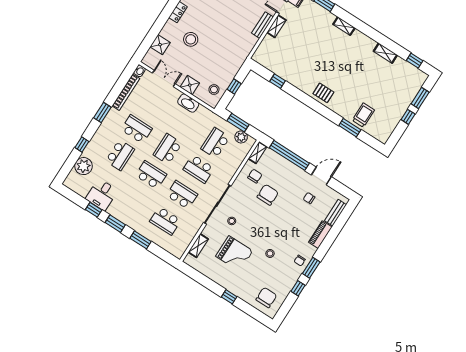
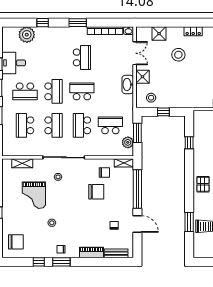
school desk: (120, 155) -> (25, 91), moved

